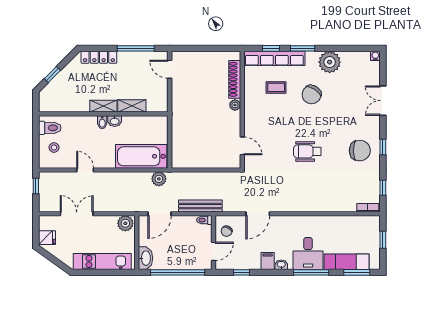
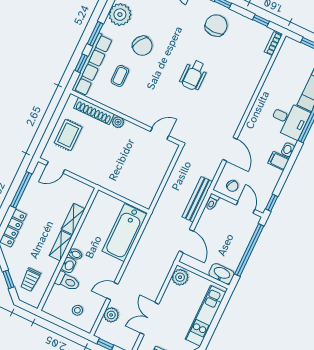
rug: (203, 67) -> (68, 135), added
trolley: (61, 94) -> (30, 280), added
washbasin: (115, 121) -> (69, 265), moved
toilet: (50, 128) -> (67, 281), moved, turned 90
plant: (159, 179) -> (111, 315), moved
window: (241, 272) -> (272, 203), moved

